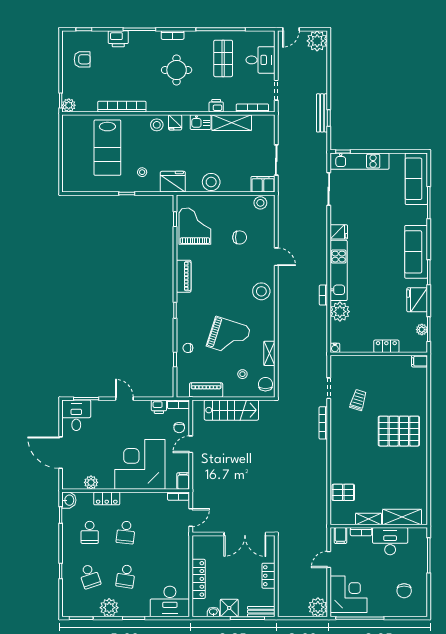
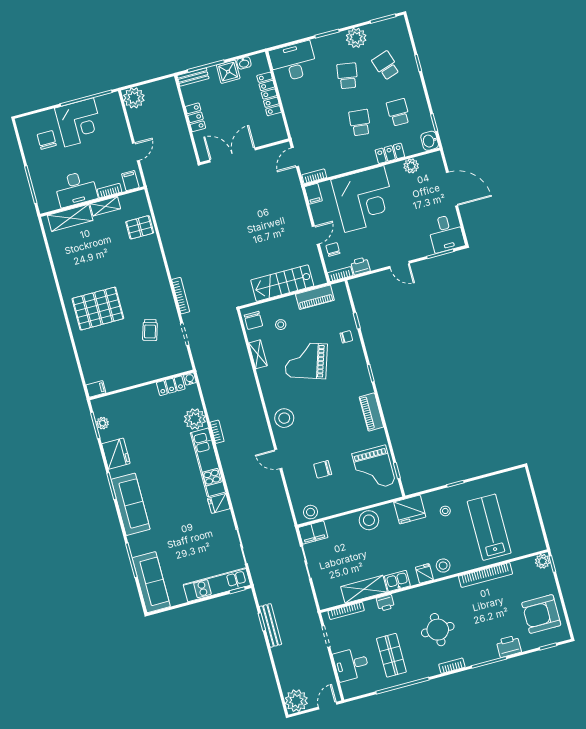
armchair: (82, 59) -> (541, 614), width x1.88, depth x1.88
locker: (386, 346) -> (171, 386), moved
corner desk: (348, 594) -> (79, 122), moved, turned -90

